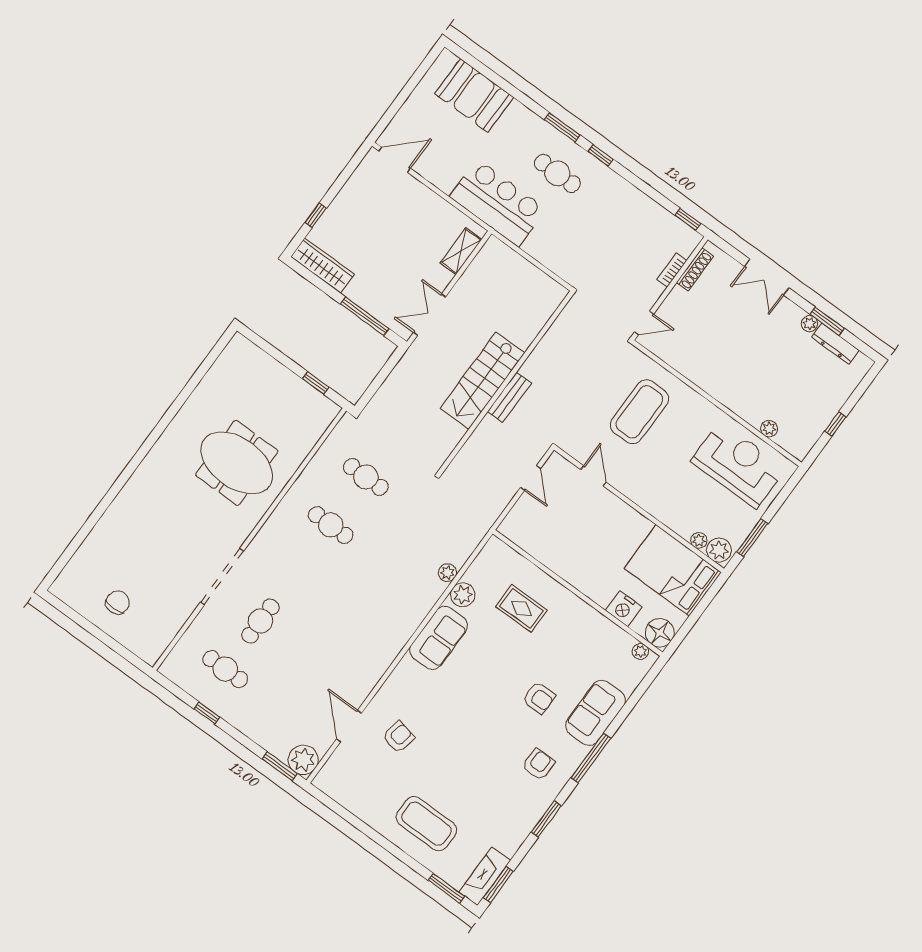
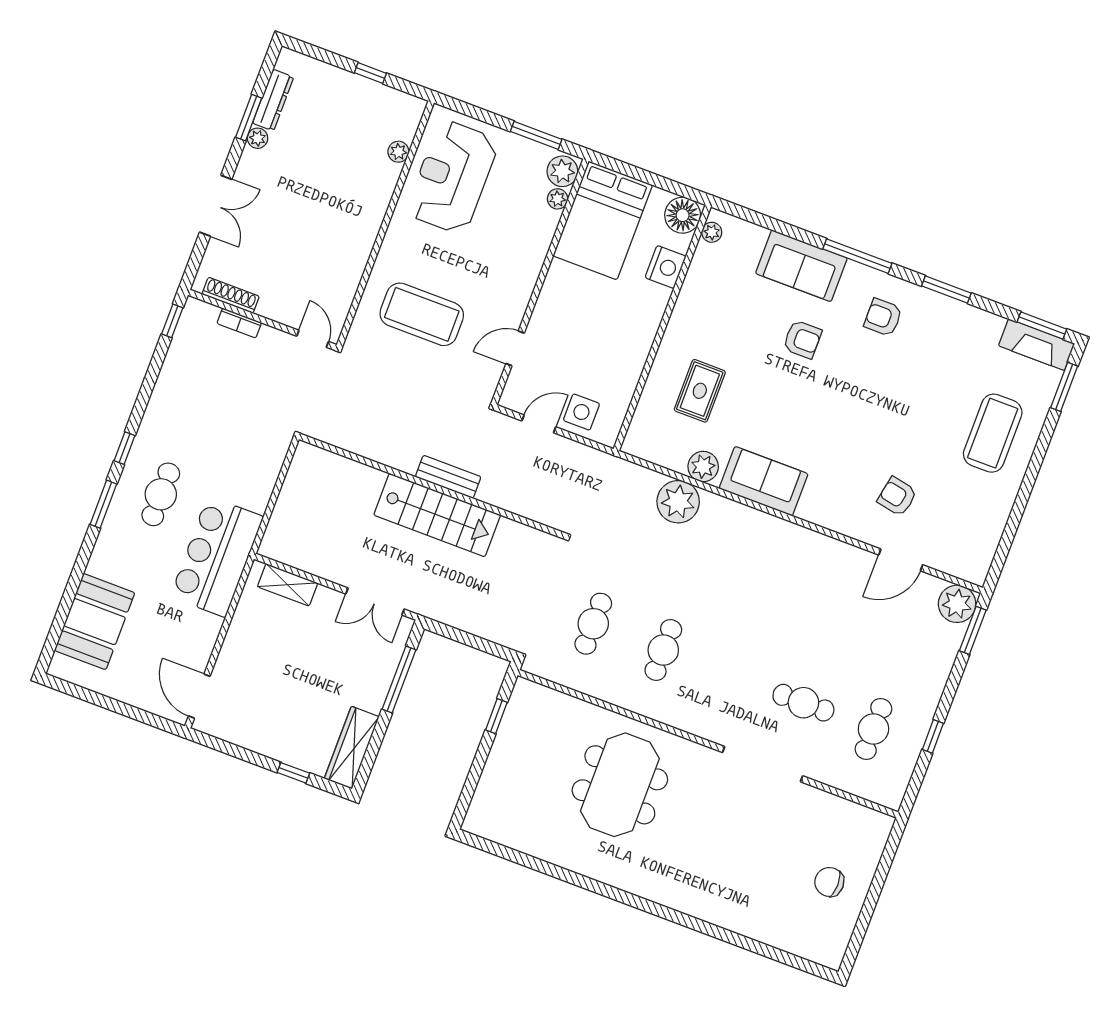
side table: (531, 513) -> (581, 412), added
plant: (447, 573) -> (678, 502), width x1.88, depth x1.88
armchair: (539, 698) -> (802, 339), turned 90

